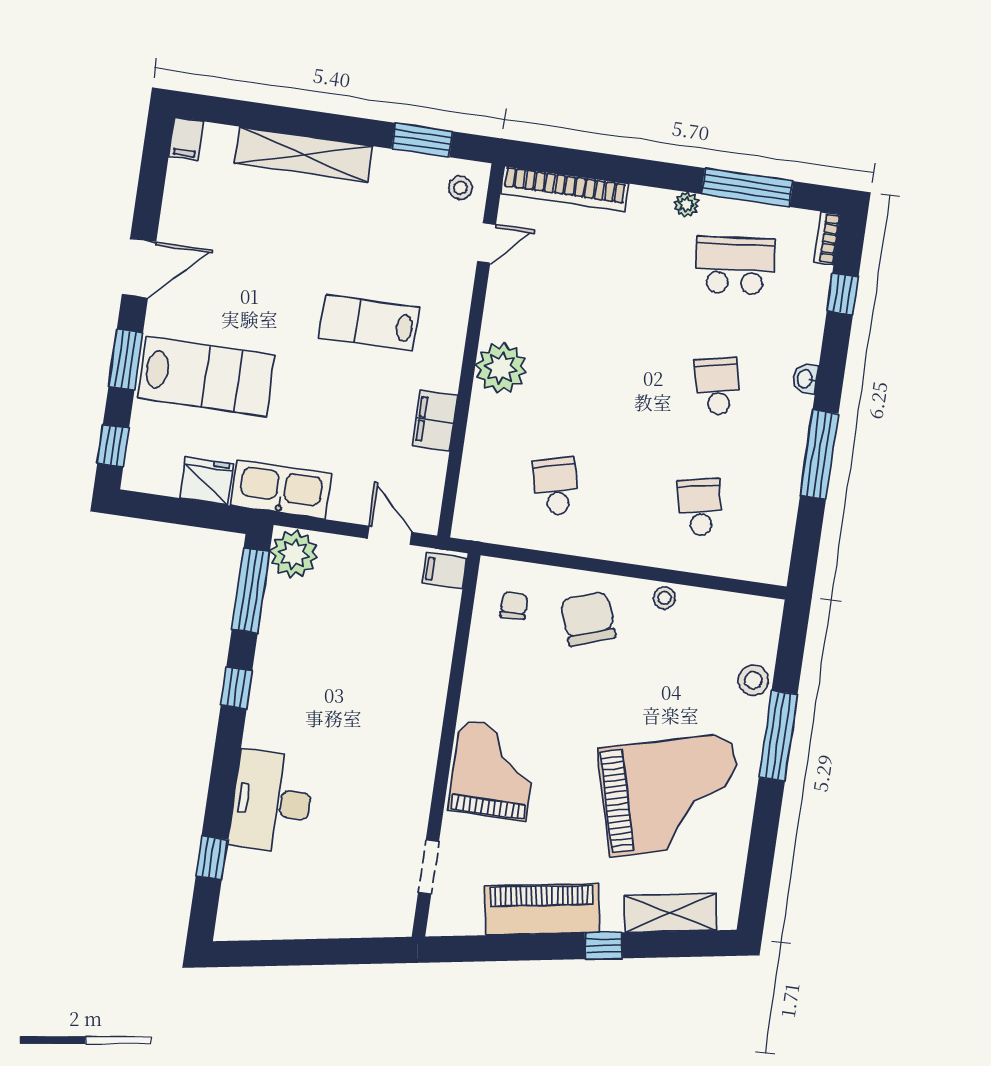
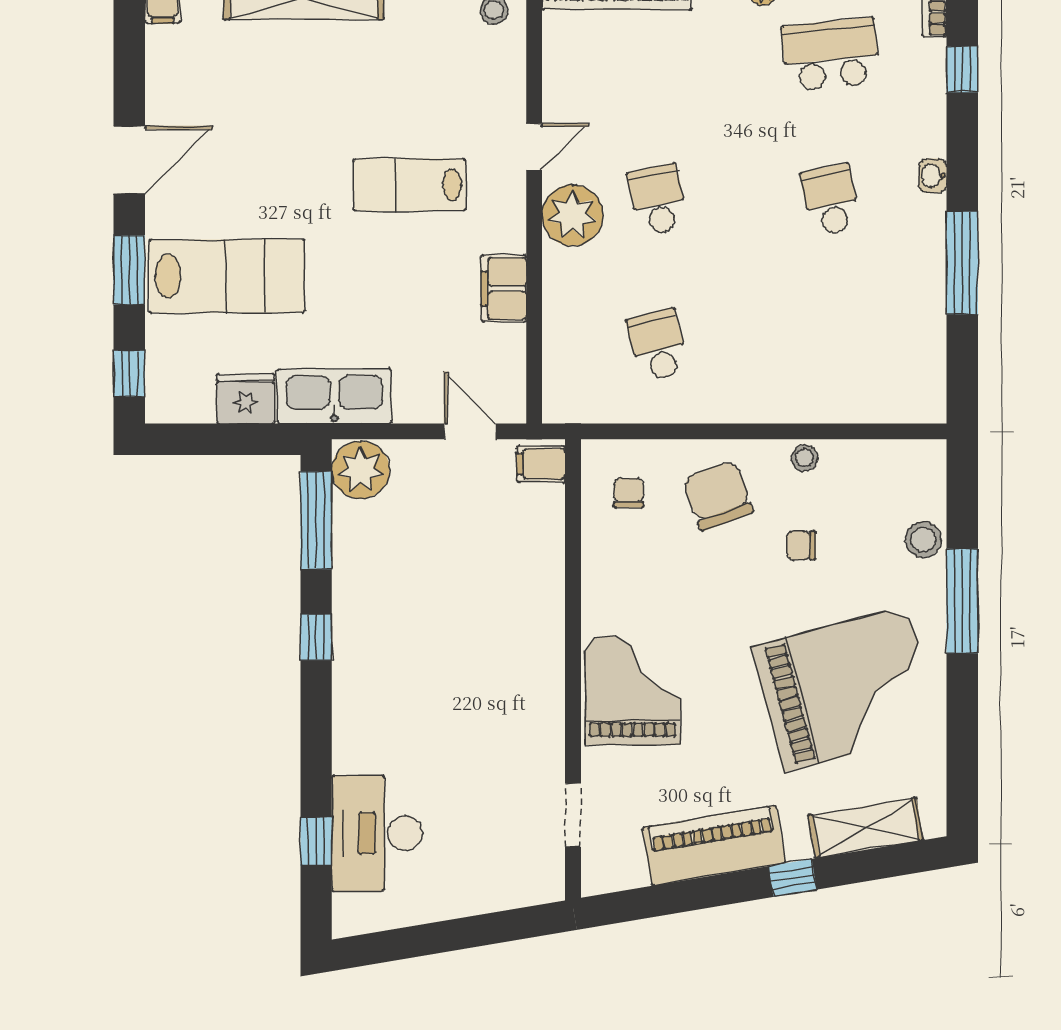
door: (486, 243) -> (534, 147), moved
school desk: (700, 507) -> (658, 200), moved
chair: (651, 670) -> (801, 545), added
desk: (272, 802) -> (377, 833), moved

